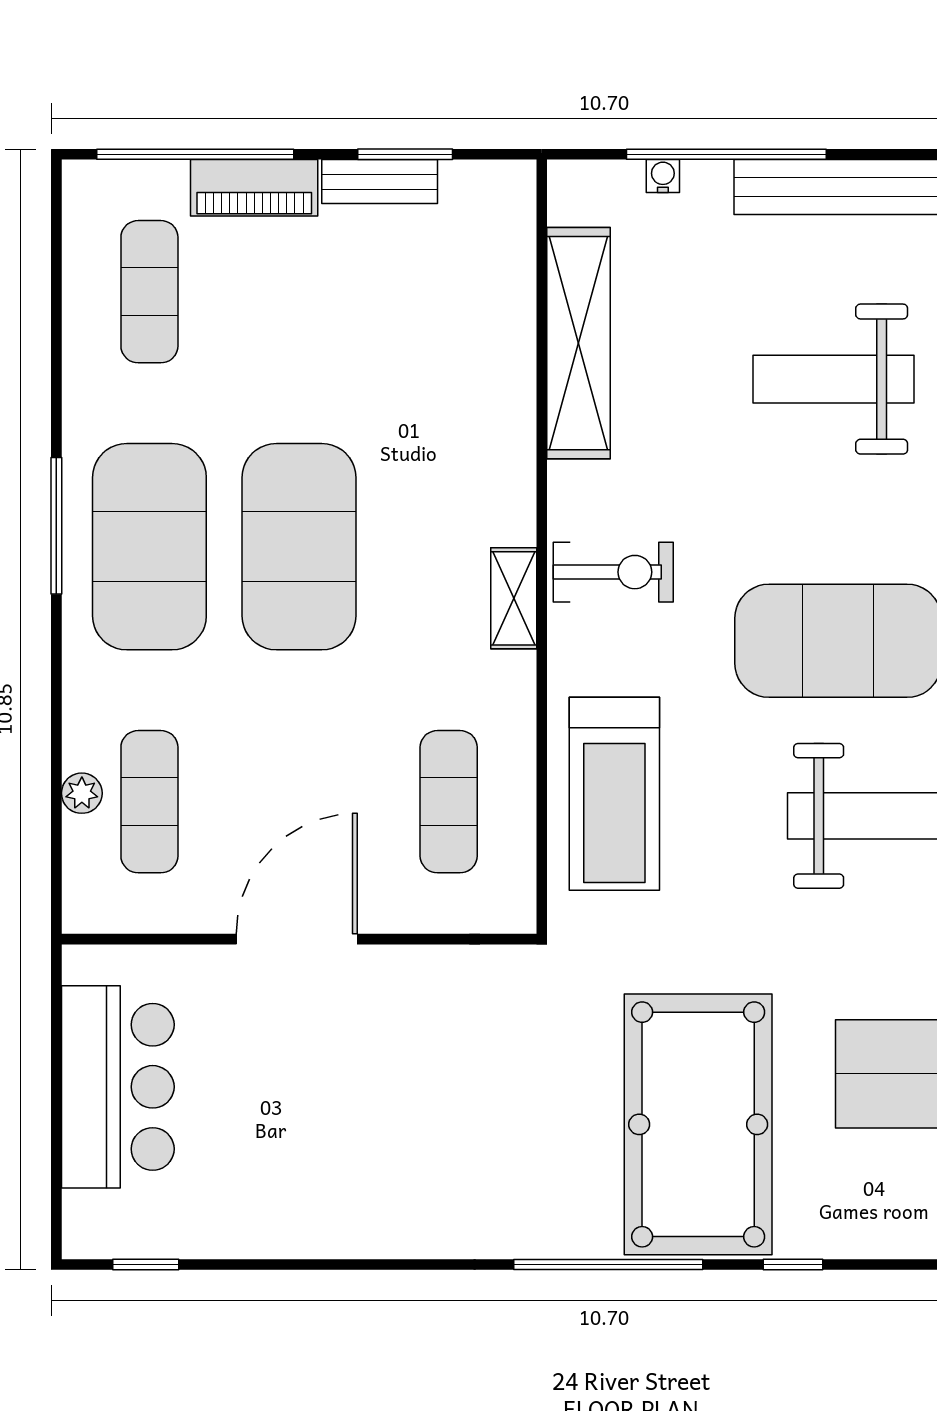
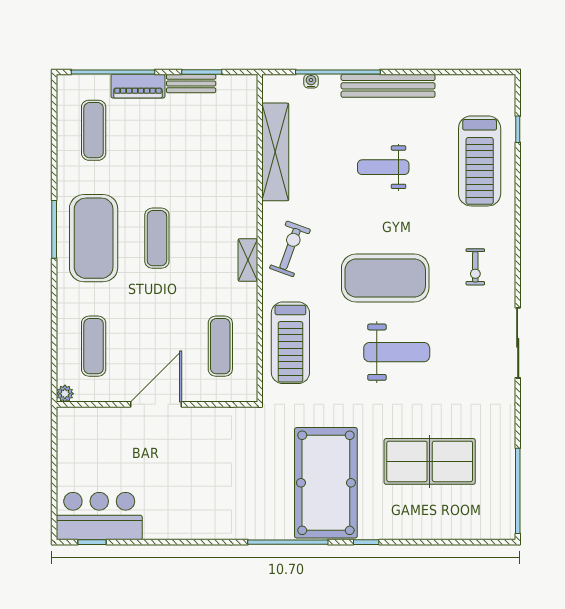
weight bench: (833, 379) -> (383, 167), width x0.73, depth x0.75
exercise mat: (299, 547) -> (157, 238), width x0.50, depth x0.69
exercise bike: (613, 572) -> (290, 249), turned -70
plant: (82, 793) -> (65, 394), moved
bar counter: (118, 1087) -> (99, 516), moved, turned -90

